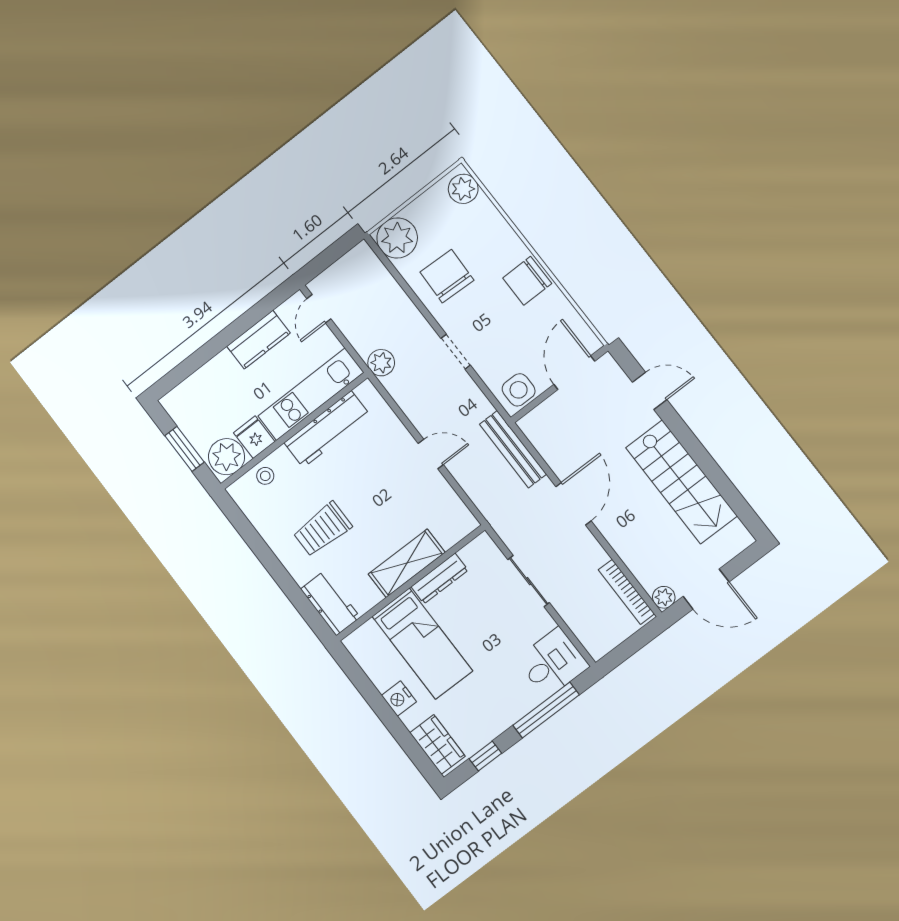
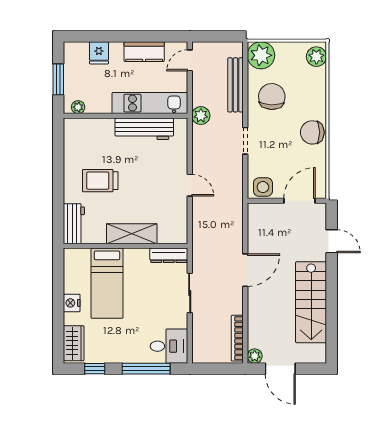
fridge: (254, 437) -> (99, 53), moved, turned 180
bench: (513, 449) -> (236, 85), moved
plant: (227, 457) -> (78, 107), width x0.53, depth x0.53
stool: (265, 476) -> (91, 128), removed
dresser: (439, 578) -> (169, 255), moved

